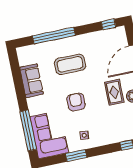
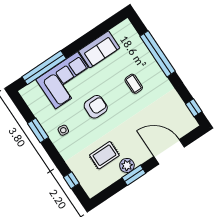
coffee table: (70, 64) -> (134, 84), width x0.54, depth x0.58
rug: (114, 92) -> (104, 155), moved
corner sofa: (49, 135) -> (67, 80), moved

